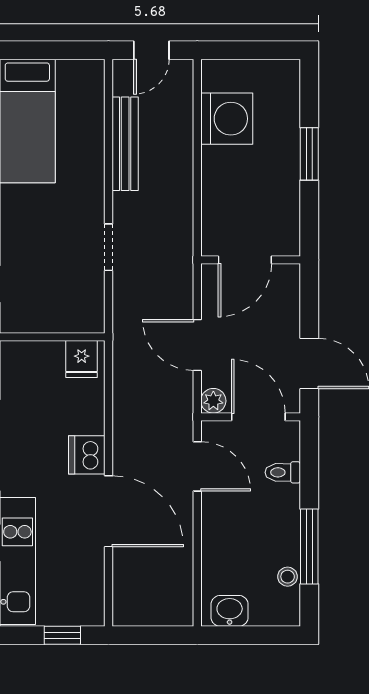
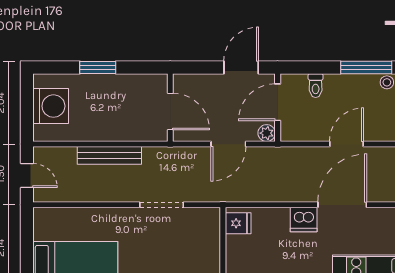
washing machine: (227, 119) -> (51, 106), moved, turned 90
bench: (125, 144) -> (109, 155), moved
doorway: (108, 247) -> (162, 205), width x1.38
door: (197, 466) -> (346, 144), moved

